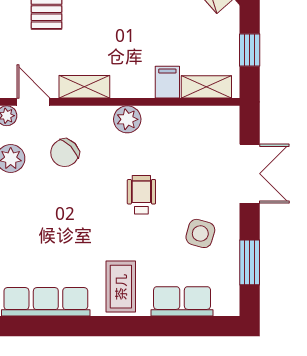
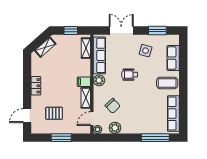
filing cabinet: (167, 82) -> (84, 82), moved
row of seats: (188, 120) -> (99, 55), added

